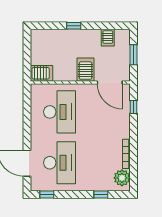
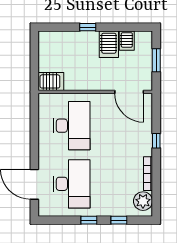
server rack: (86, 70) -> (109, 44), moved, turned 180
window: (134, 107) -> (156, 141), moved
window: (47, 194) -> (89, 220), moved

